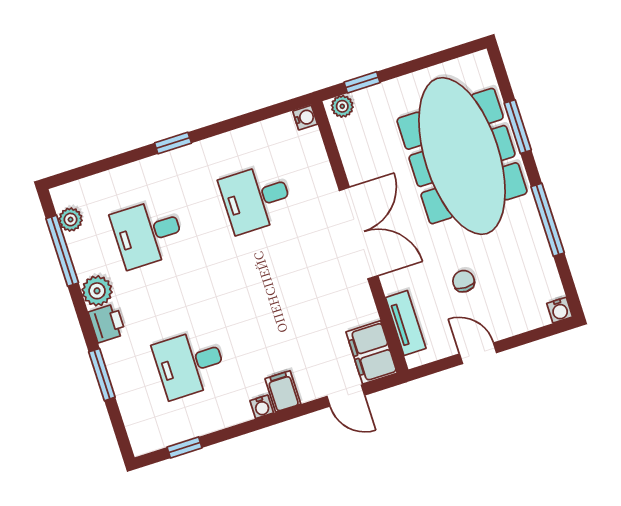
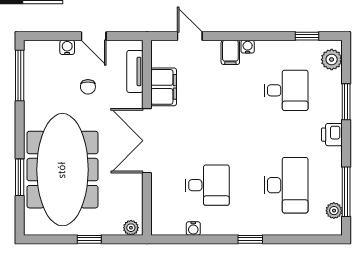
window: (362, 82) -> (89, 239), moved
water cooler: (305, 118) -> (193, 228), moved, turned -90
window: (548, 220) -> (20, 76), moved
desk: (148, 233) -> (286, 185), width x1.37
plant: (97, 291) -> (332, 60), moved
water cooler: (560, 310) -> (67, 47), moved
filing cabinet: (372, 352) -> (164, 87), moved

